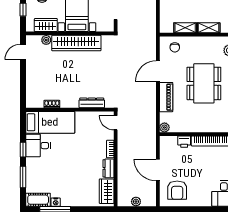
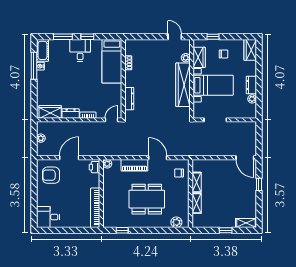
printer: (184, 142) -> (94, 167), moved
desk: (38, 146) -> (80, 50), moved

